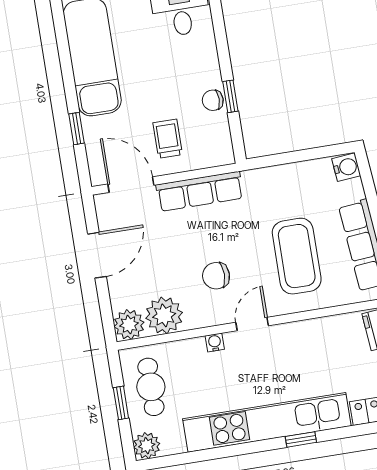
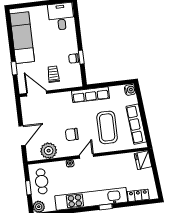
row of seats: (200, 191) -> (91, 95), moved
door: (97, 255) -> (22, 136), moved
plant: (129, 325) -> (33, 154), removed

